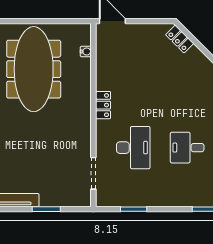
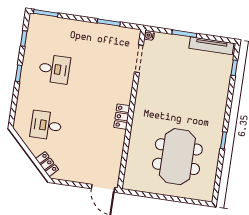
water cooler: (86, 51) -> (149, 35), moved
meeting table: (34, 69) -> (177, 157), width x0.73
desk: (133, 148) -> (46, 125), moved, width x0.73

